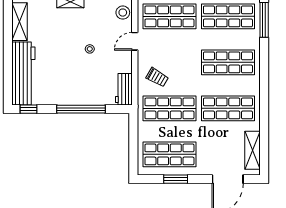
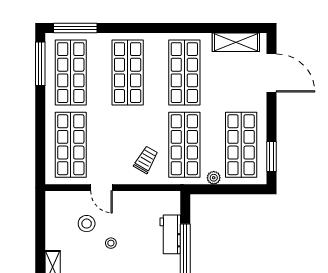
stool: (123, 13) -> (87, 224), moved
workbench: (124, 89) -> (170, 234), moved, turned 90
plant: (143, 132) -> (214, 178), added
window: (176, 179) -> (272, 156), moved

